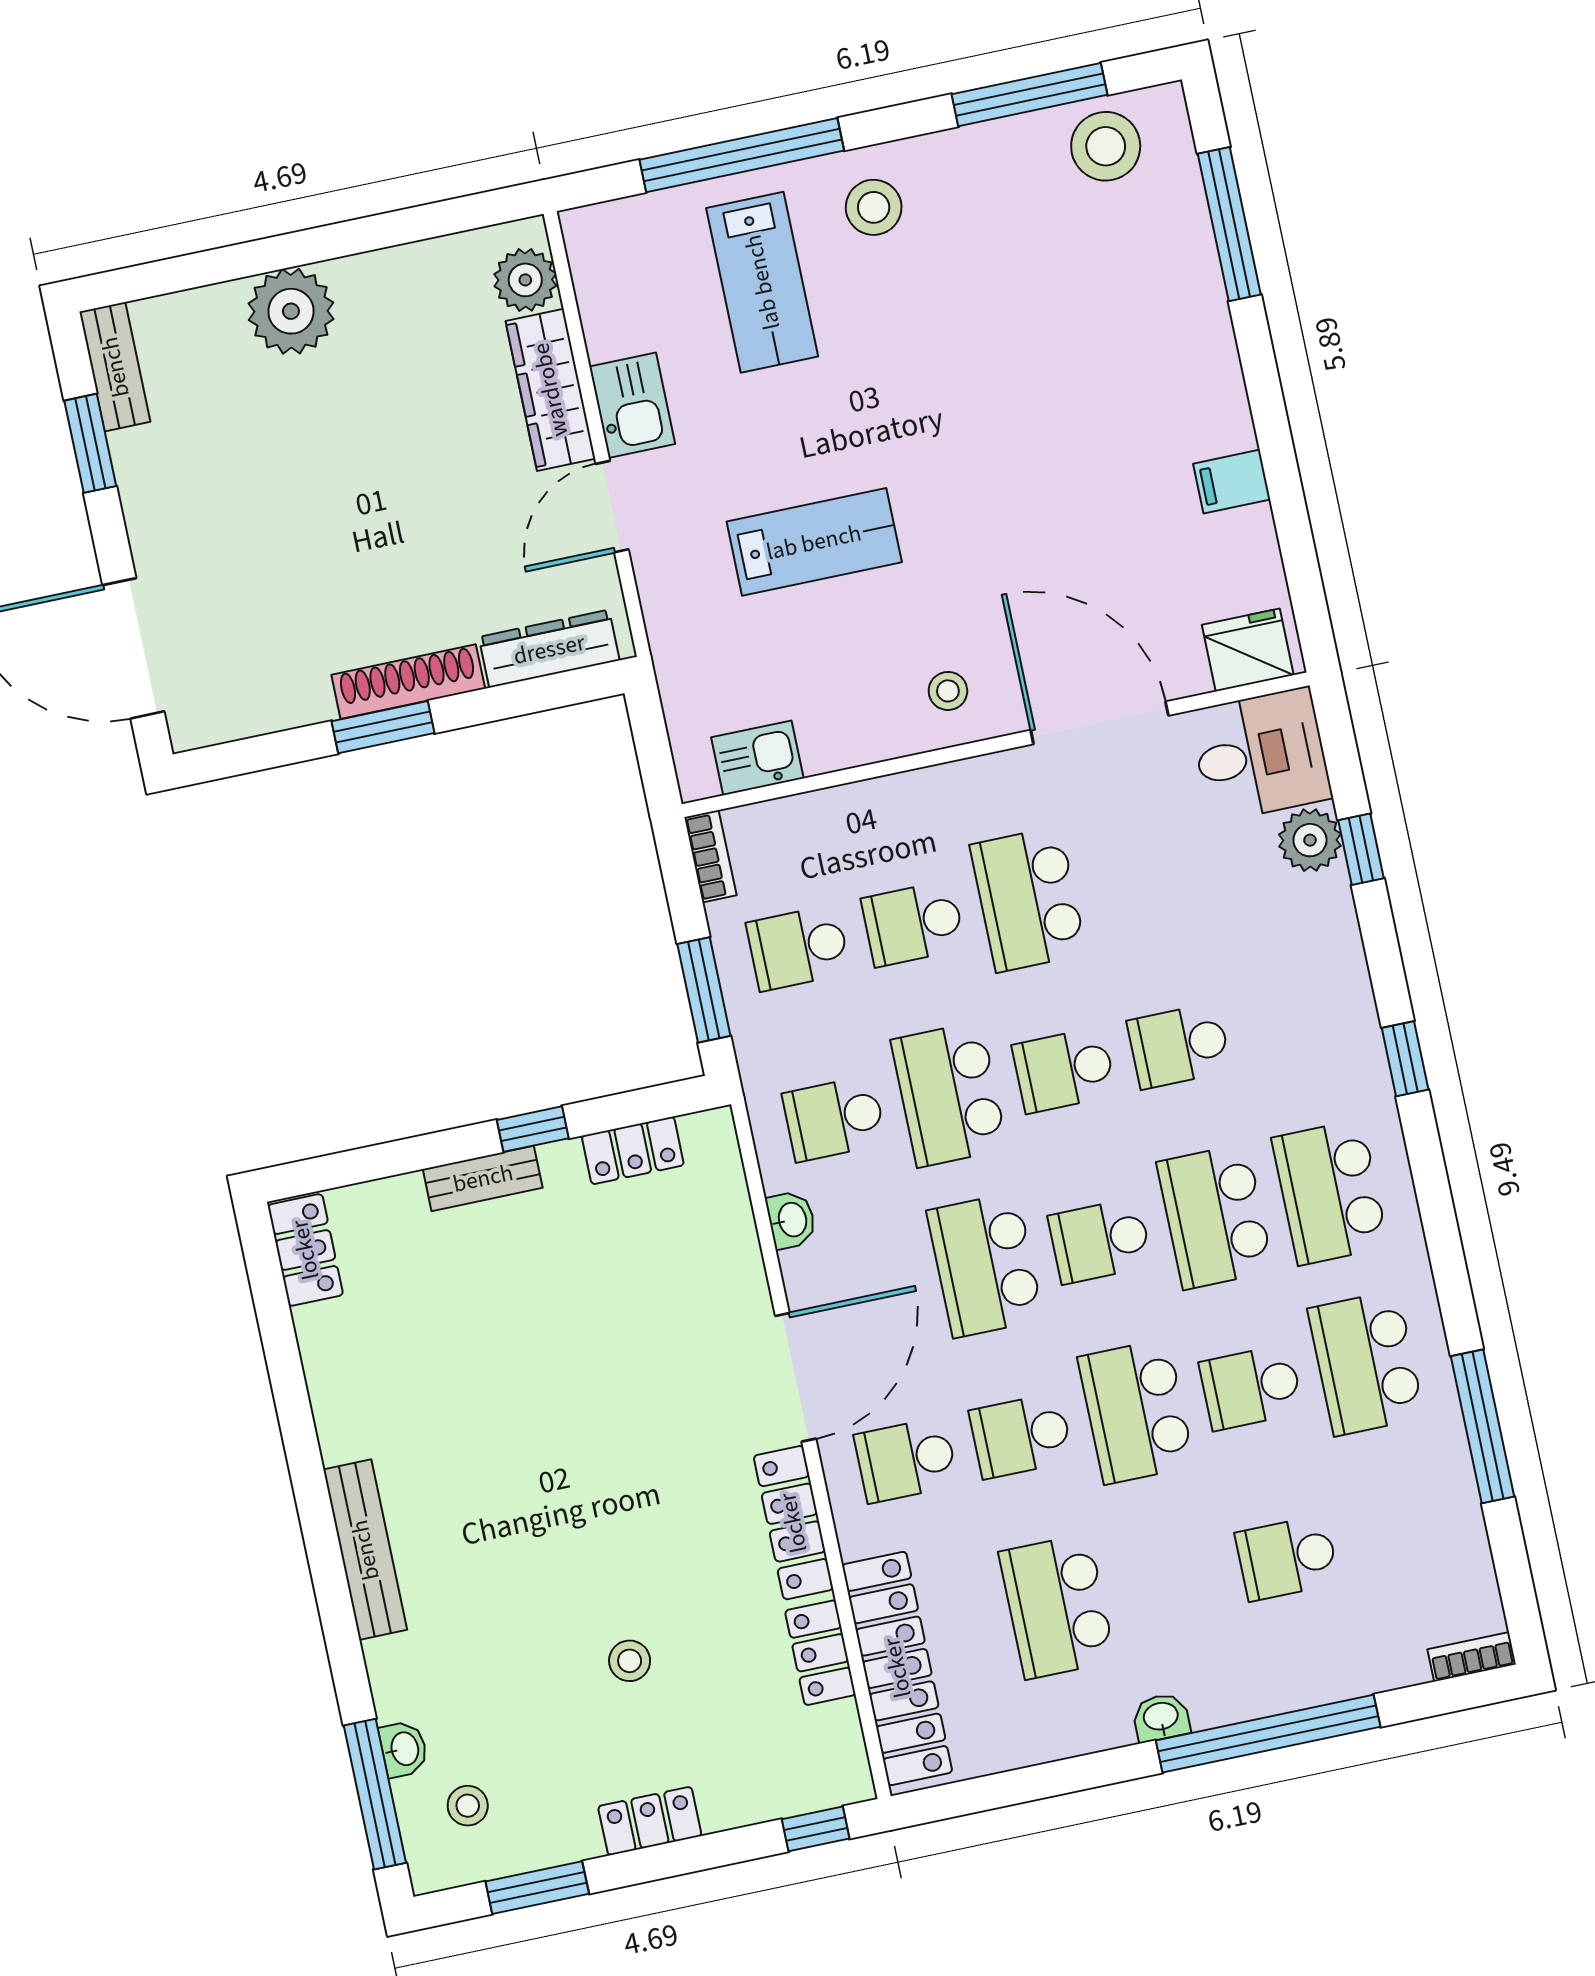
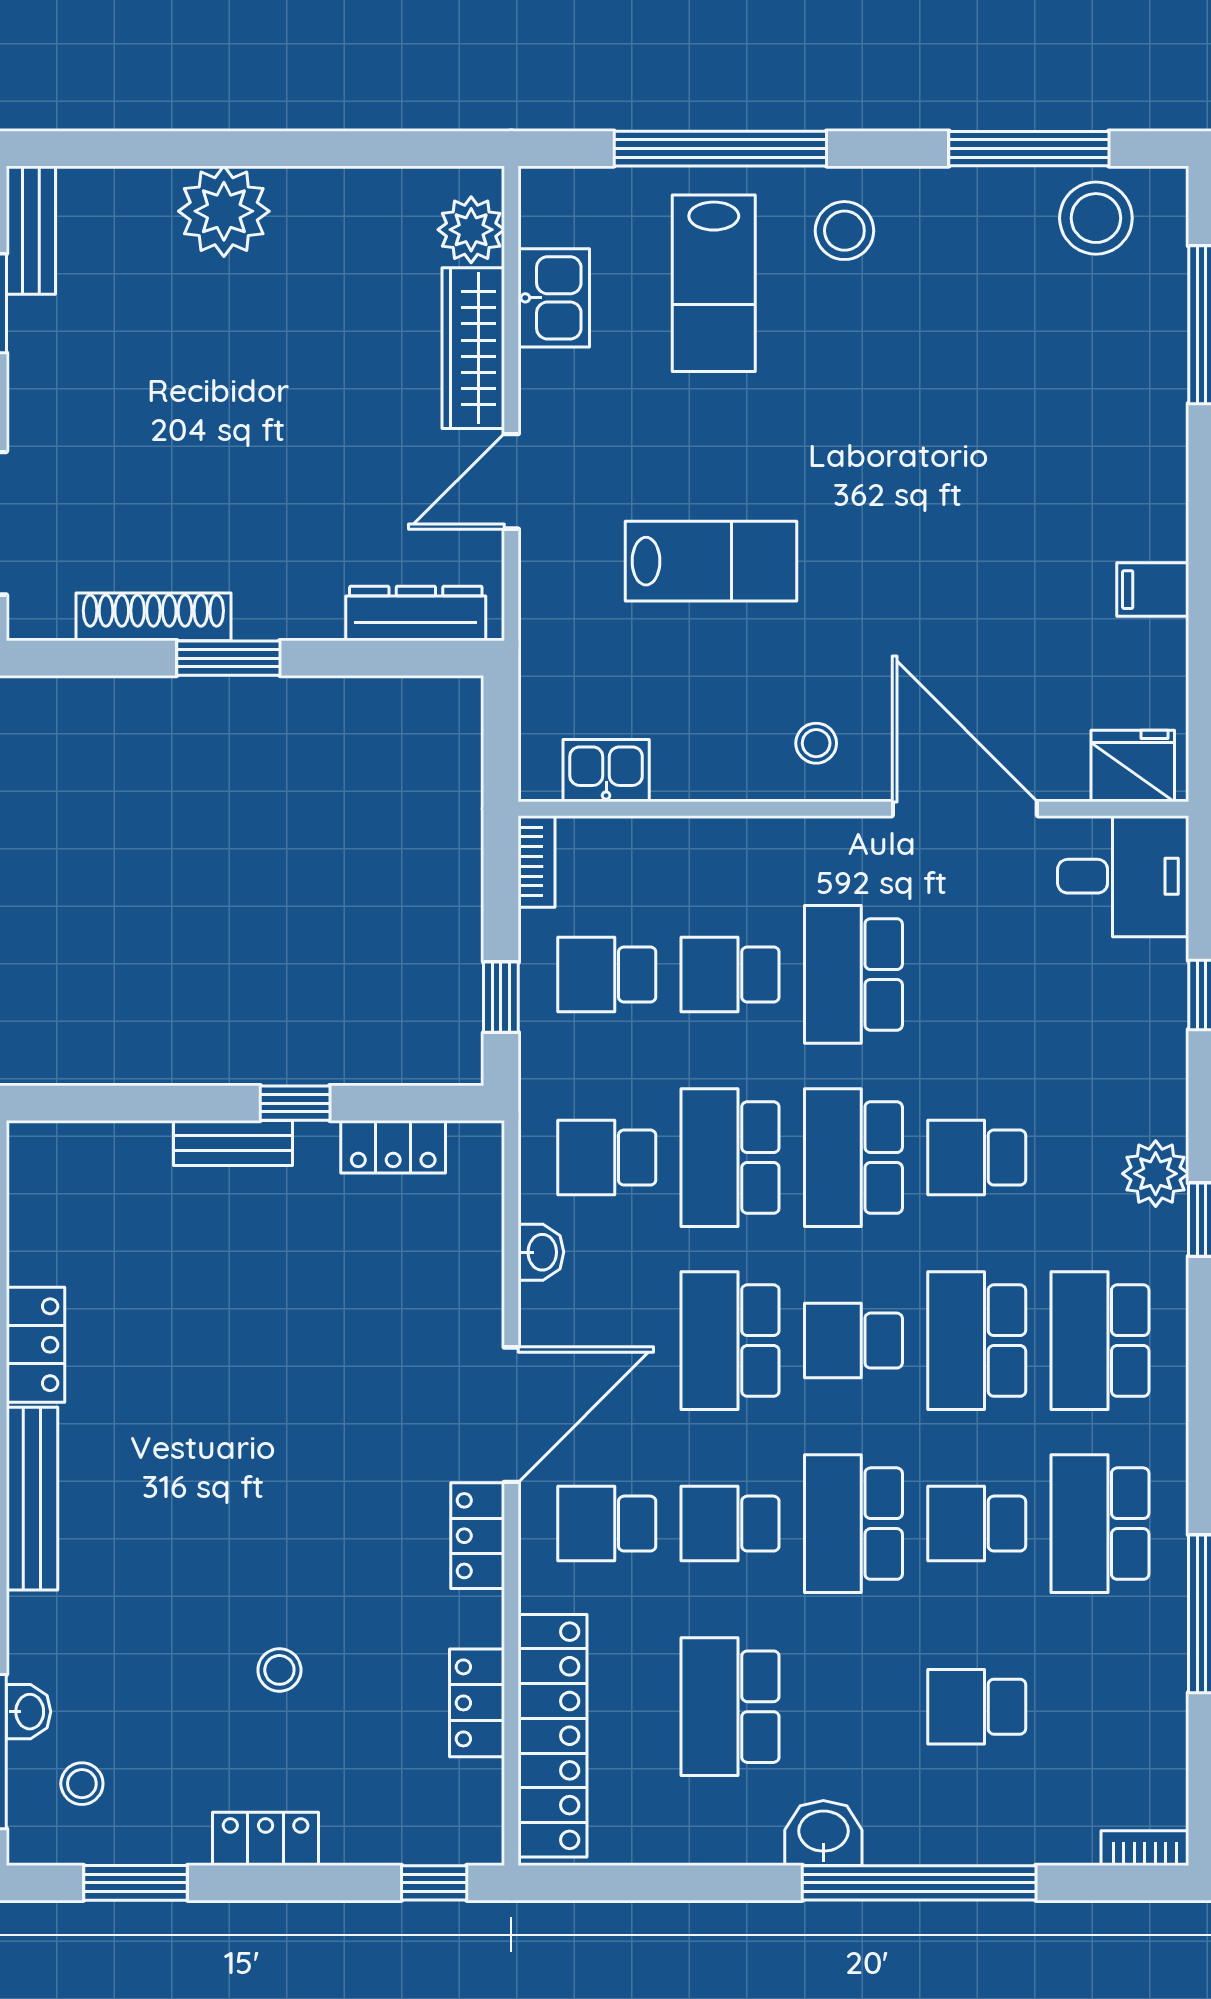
kitchen sink: (632, 405) -> (554, 298), moved
shoe rack: (408, 682) -> (153, 617), moved
plant: (1310, 840) -> (1156, 1174), moved
window: (704, 990) -> (501, 997), width x0.67
school desk: (1064, 1070) -> (853, 1158), width x1.85
locker: (305, 1250) -> (36, 1345), moved
locker: (793, 1523) -> (478, 1536), width x0.66
washbasin: (1161, 1717) -> (823, 1833), width x1.38, depth x1.45

